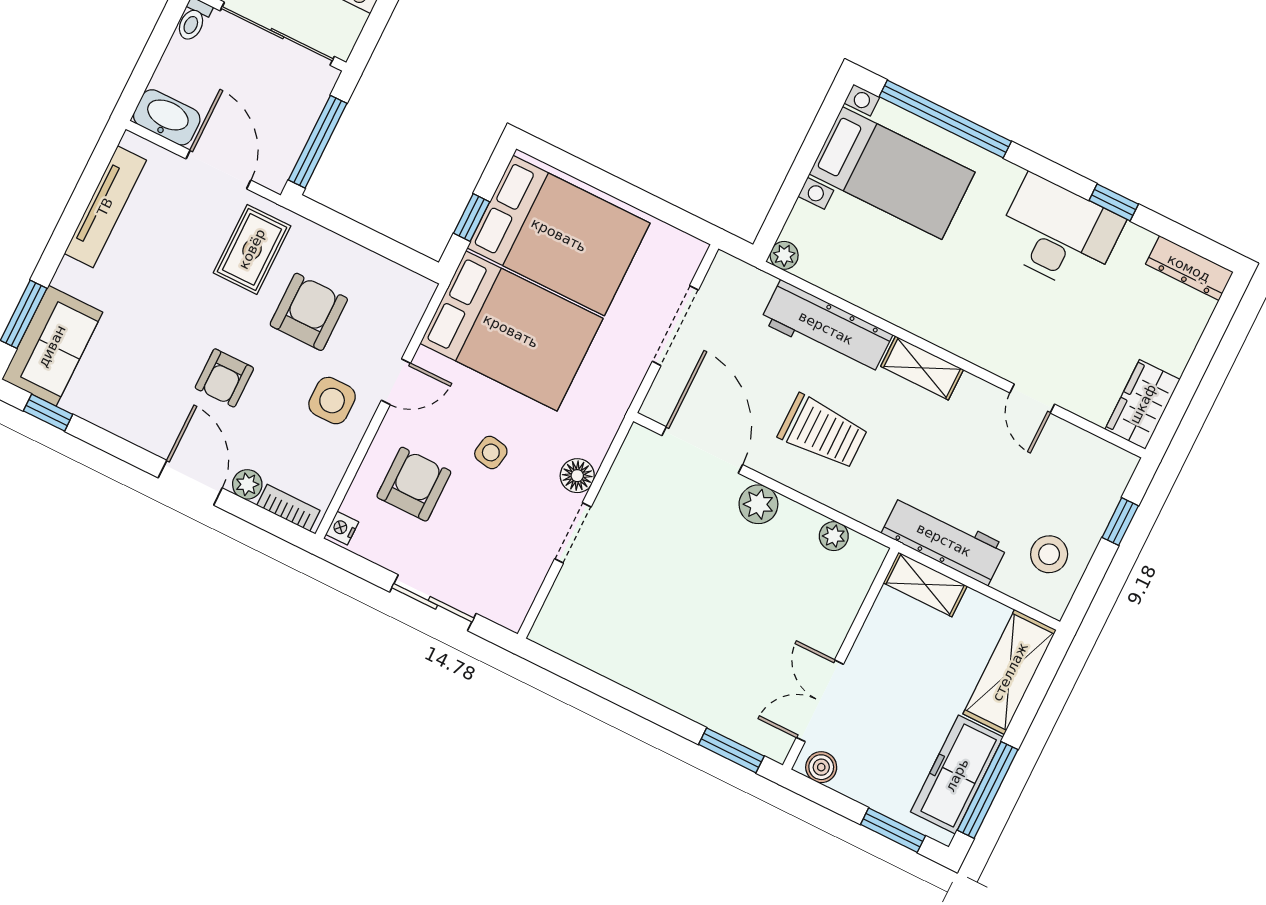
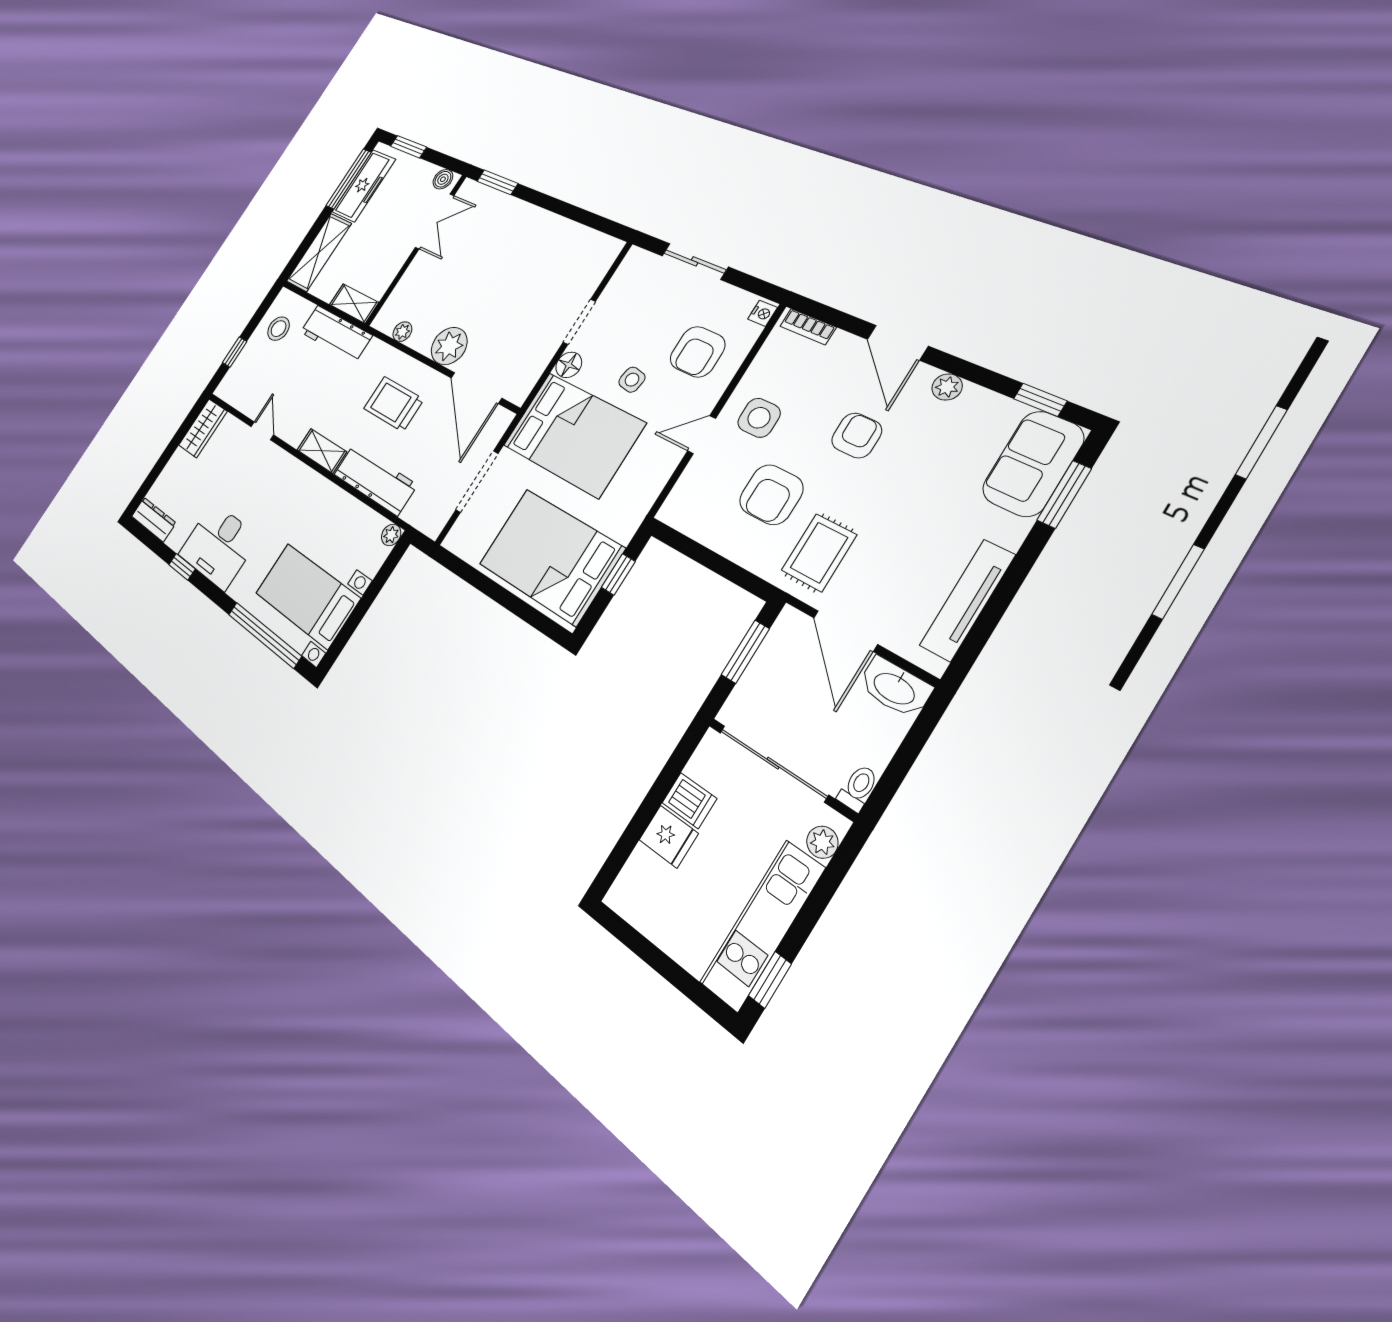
window: (318, 142) -> (745, 652), width x0.69
bed: (511, 331) -> (573, 434), moved, turned 180
plant: (247, 484) -> (947, 387), moved
plant: (758, 504) -> (449, 346), width x1.36, depth x1.36

